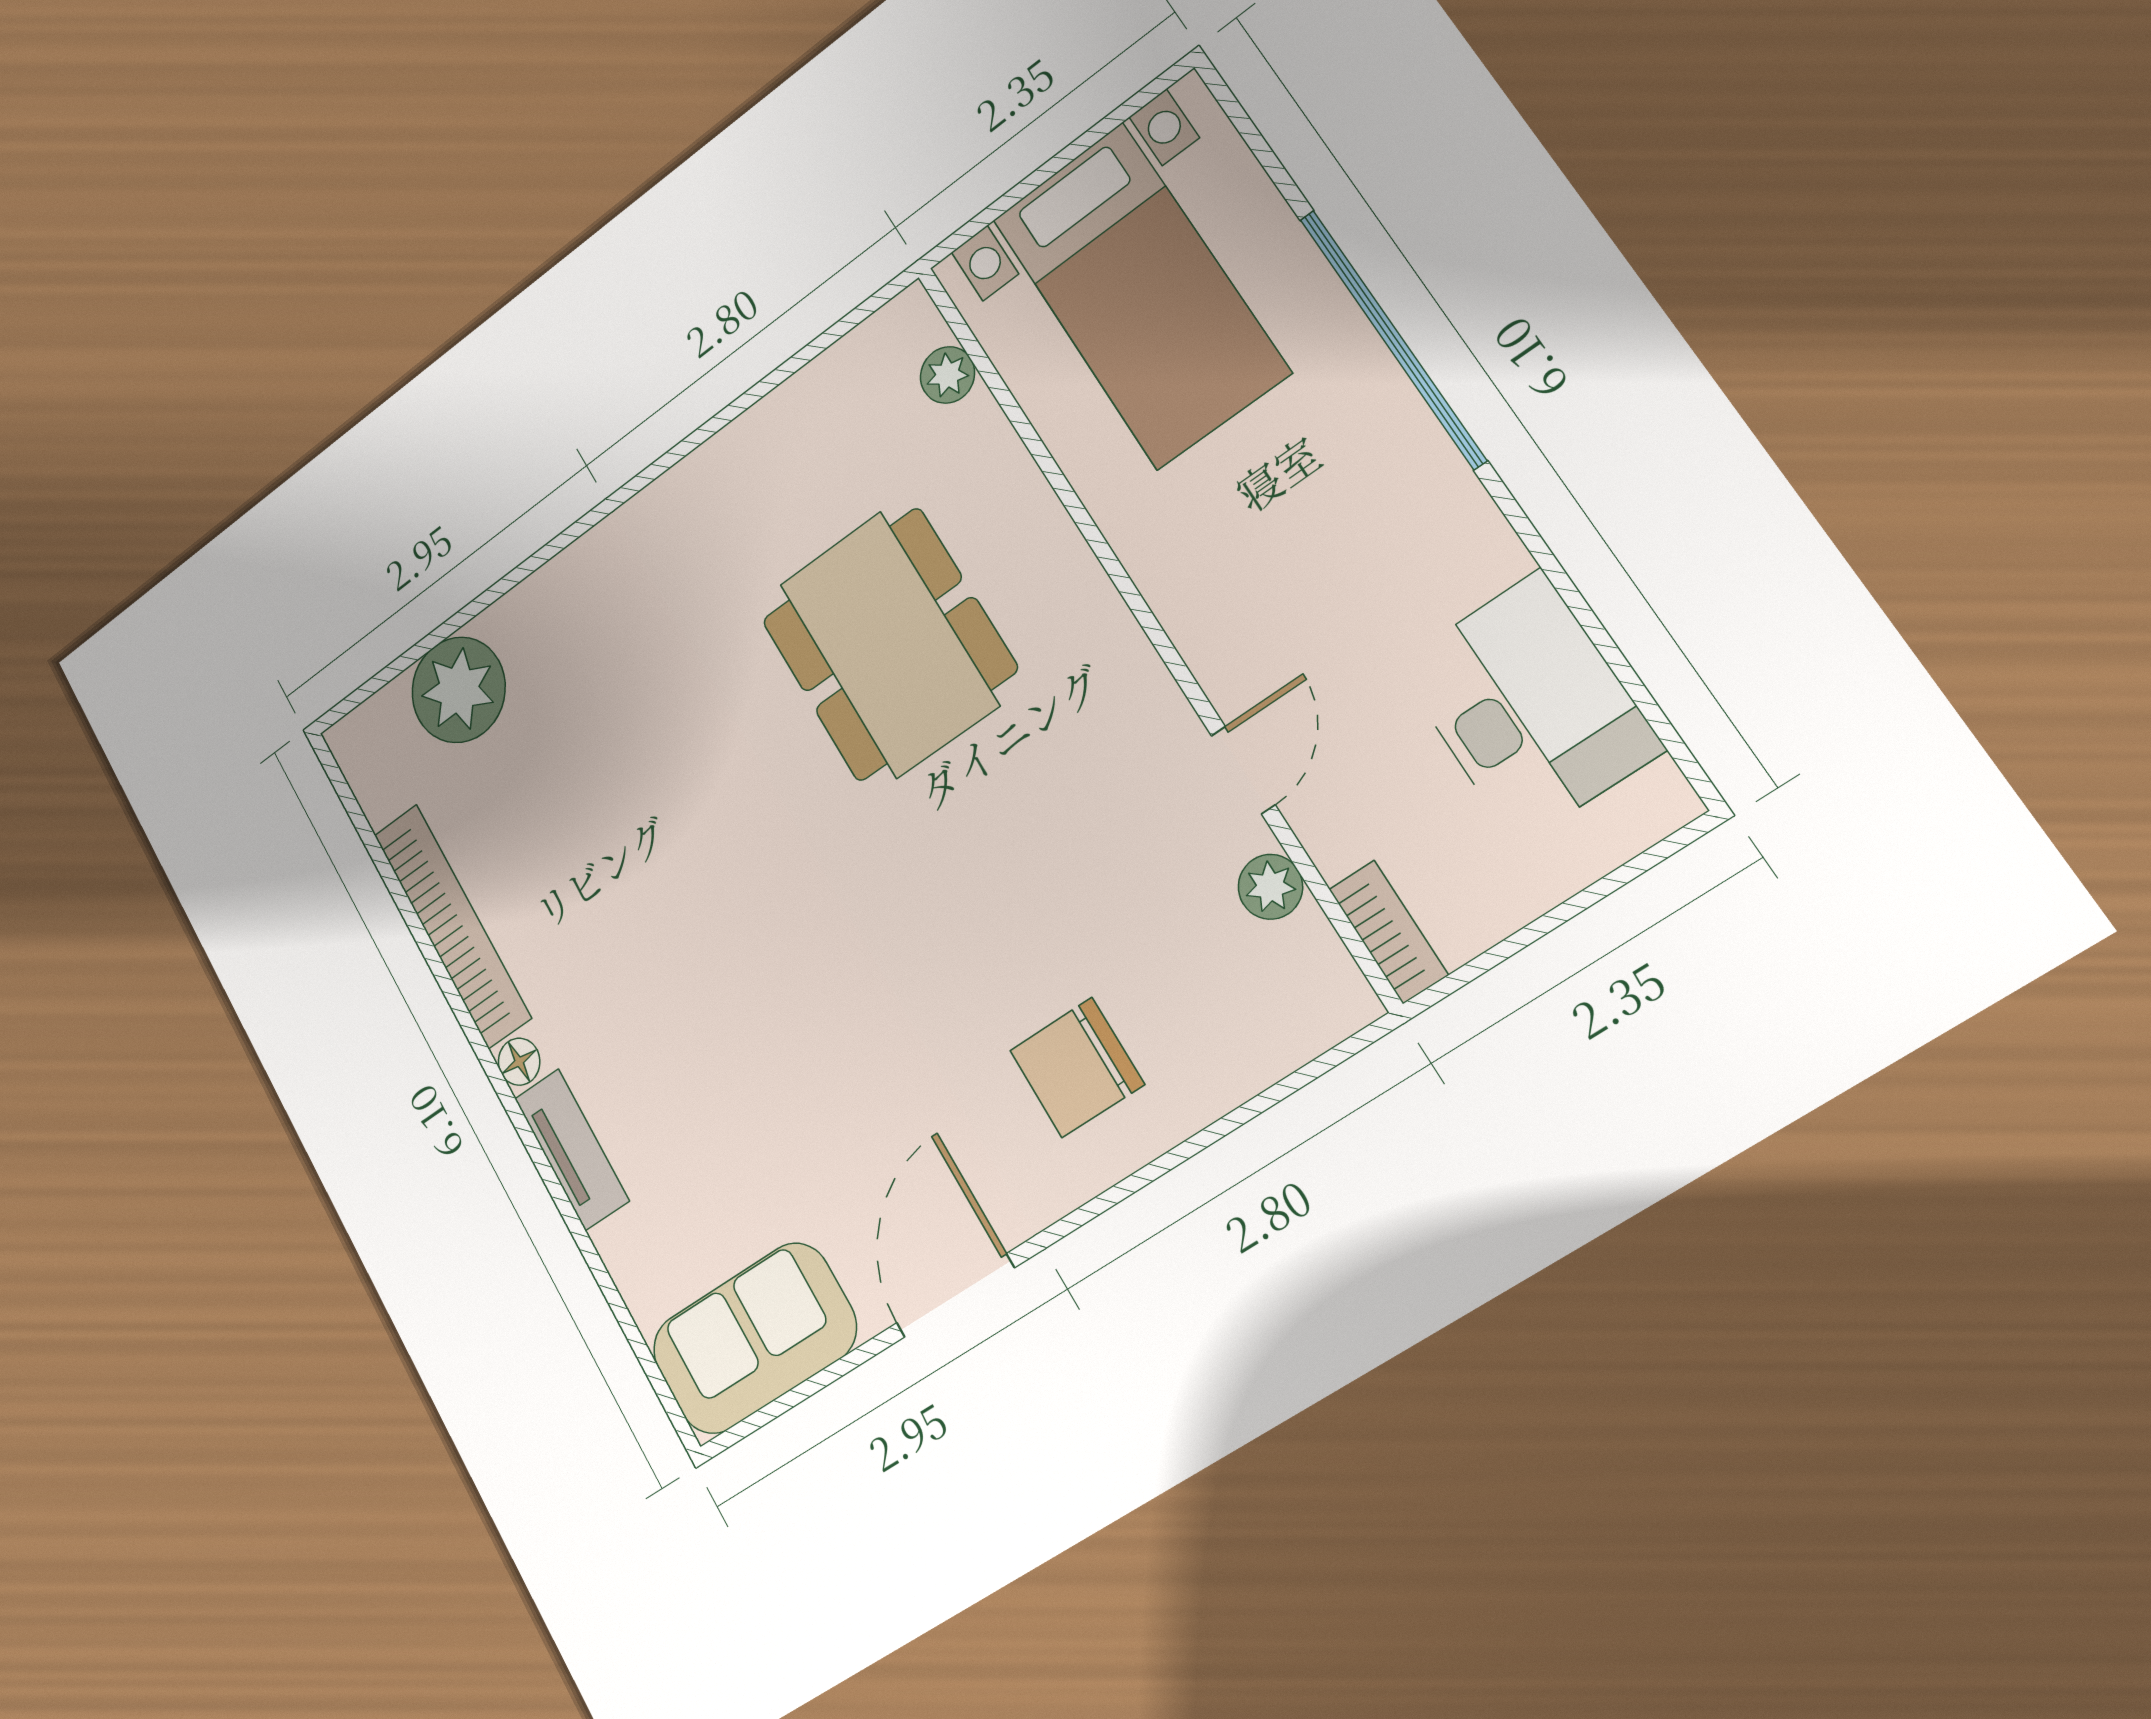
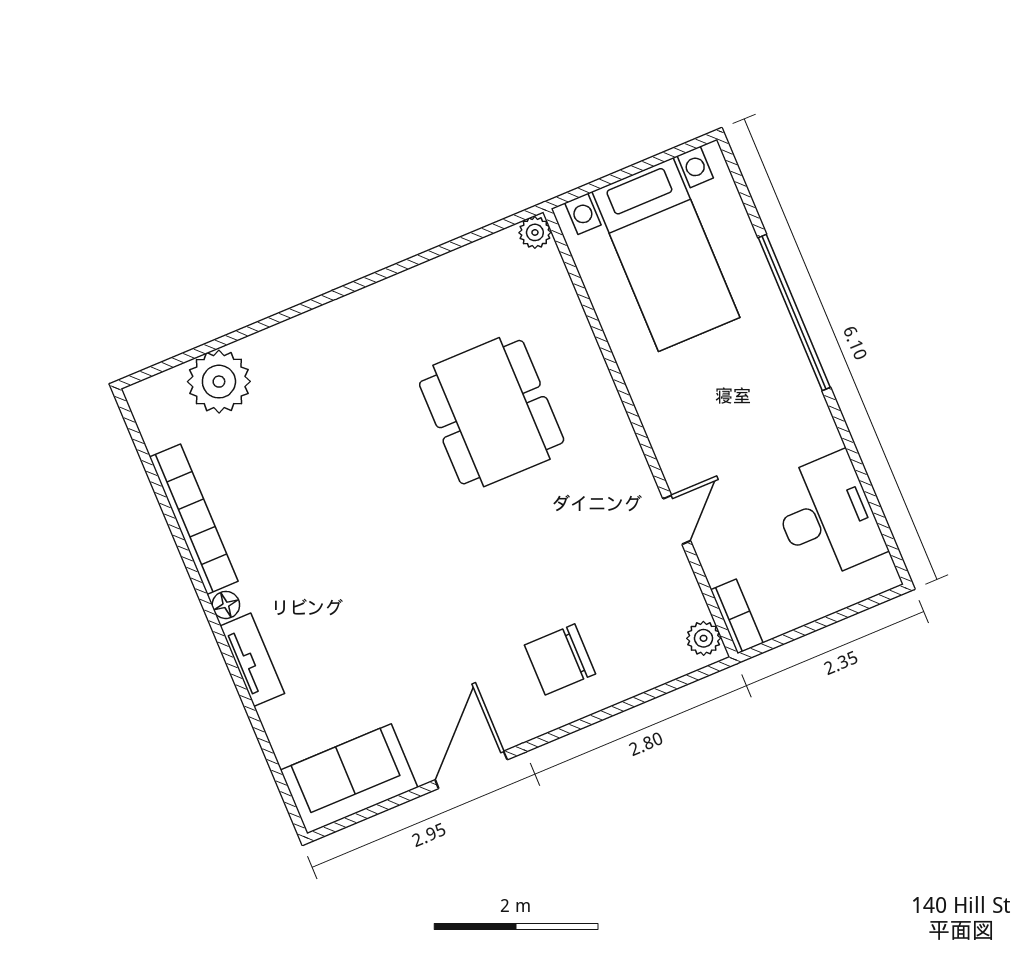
plant: (947, 375) -> (535, 232), moved
plant: (1270, 887) -> (704, 638), moved

